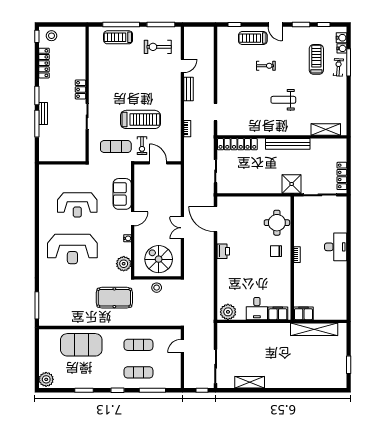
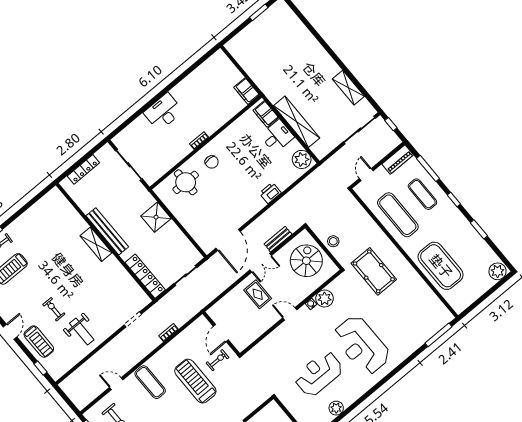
bench: (189, 89) -> (278, 239), moved
weight bench: (283, 100) -> (82, 332), moved
shelving: (326, 130) -> (96, 244), moved
exercise mat: (116, 147) -> (150, 382), moved
locker: (342, 176) -> (83, 169), moved
shower: (292, 184) -> (156, 217), moved
sofa: (122, 194) -> (275, 342), removed
plant: (45, 198) -> (336, 408), added
reception desk: (77, 205) -> (319, 374), turned -90
rug: (163, 208) -> (258, 294), added
reception desk: (72, 249) -> (362, 345), turned 180
printer: (223, 251) -> (270, 193), moved
spiral stairs: (159, 259) -> (306, 261), turned 180
plant: (124, 264) -> (325, 298), moved
shelving: (314, 329) -> (297, 122), moved
exercise mat: (138, 345) -> (398, 215), width x1.36, depth x1.45
door: (182, 346) -> (366, 175), swing flipped
piano: (175, 375) -> (398, 159), added

